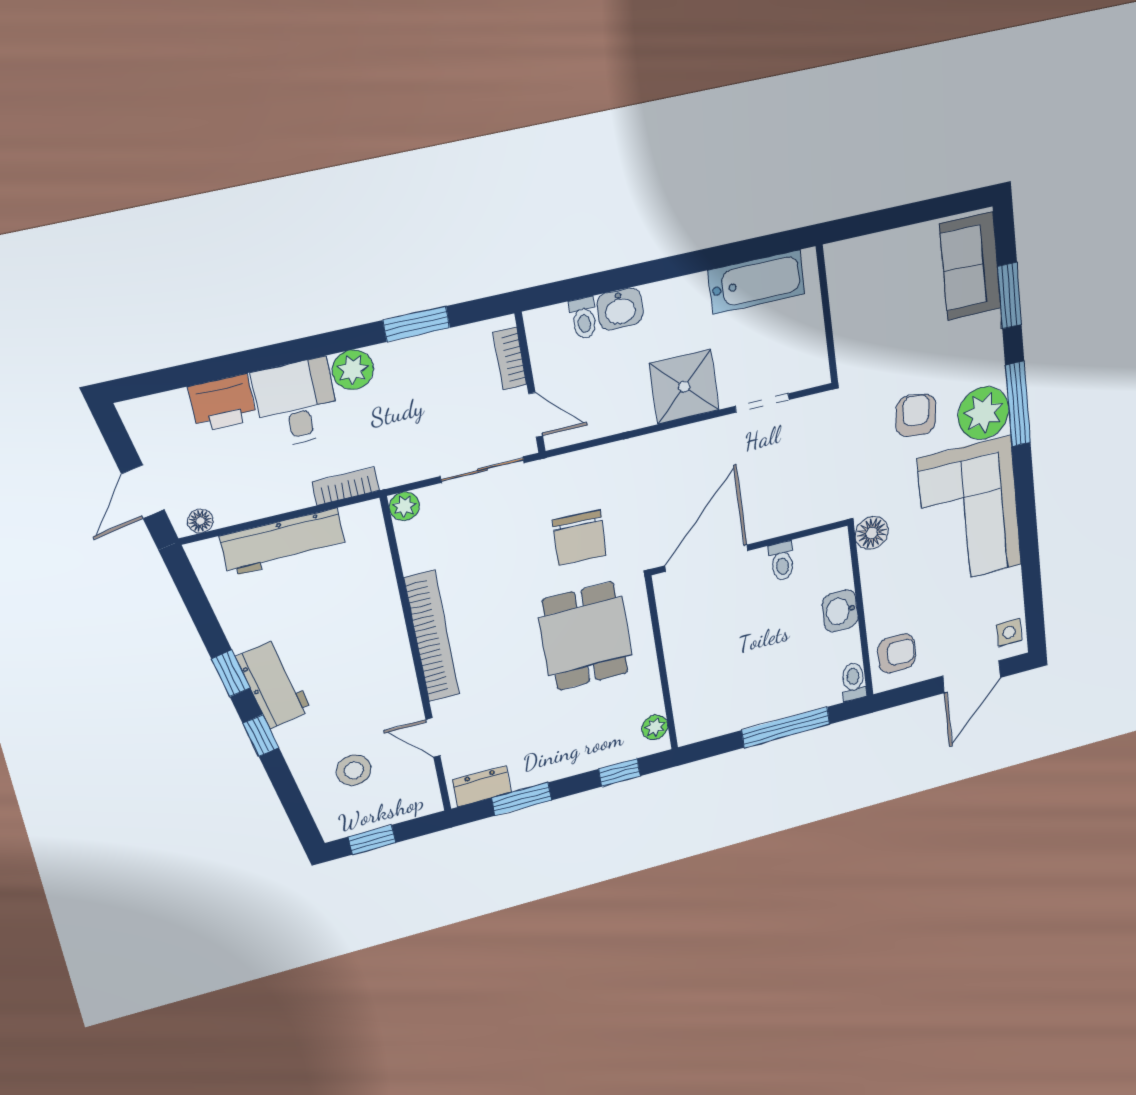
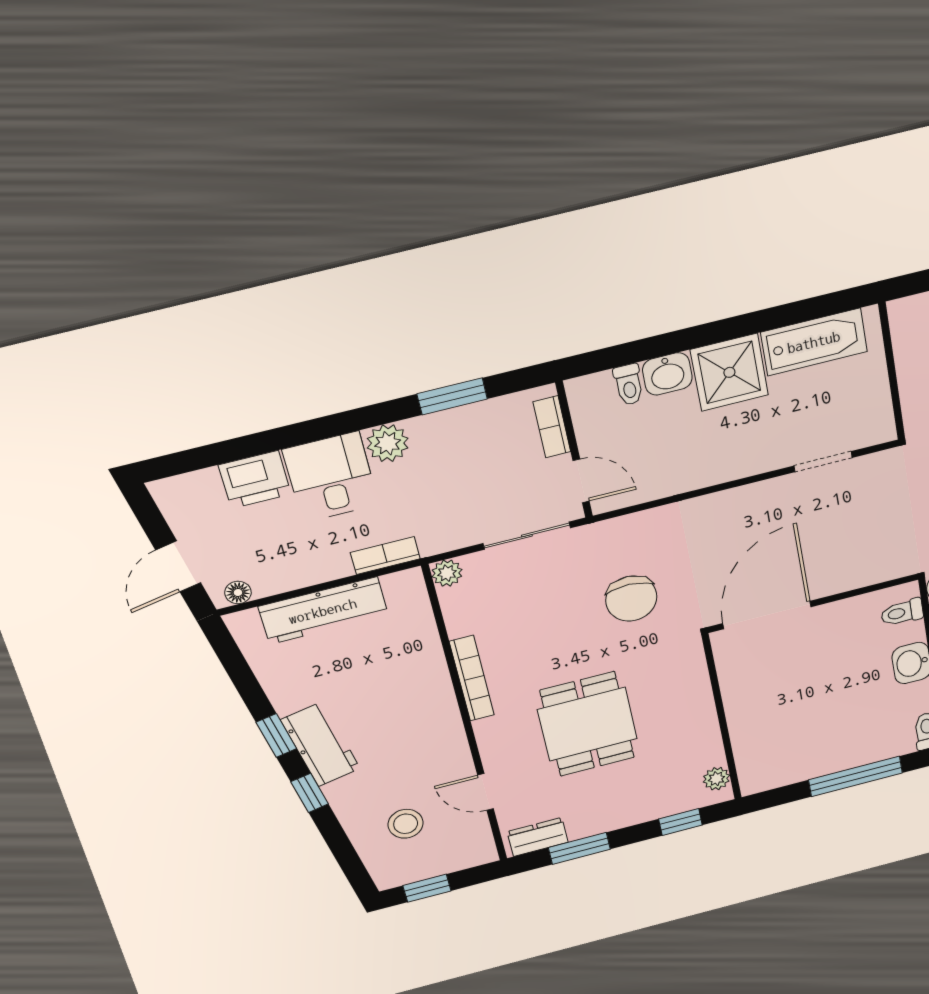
shower: (684, 387) -> (729, 372), moved
toilet: (782, 561) -> (902, 612), moved, turned 90
bookcase: (432, 636) -> (472, 678), width x0.68, depth x0.76
dining table: (585, 636) -> (587, 724), moved

